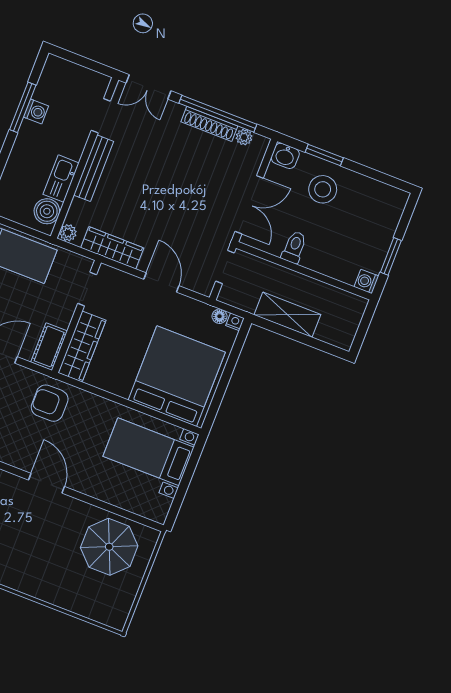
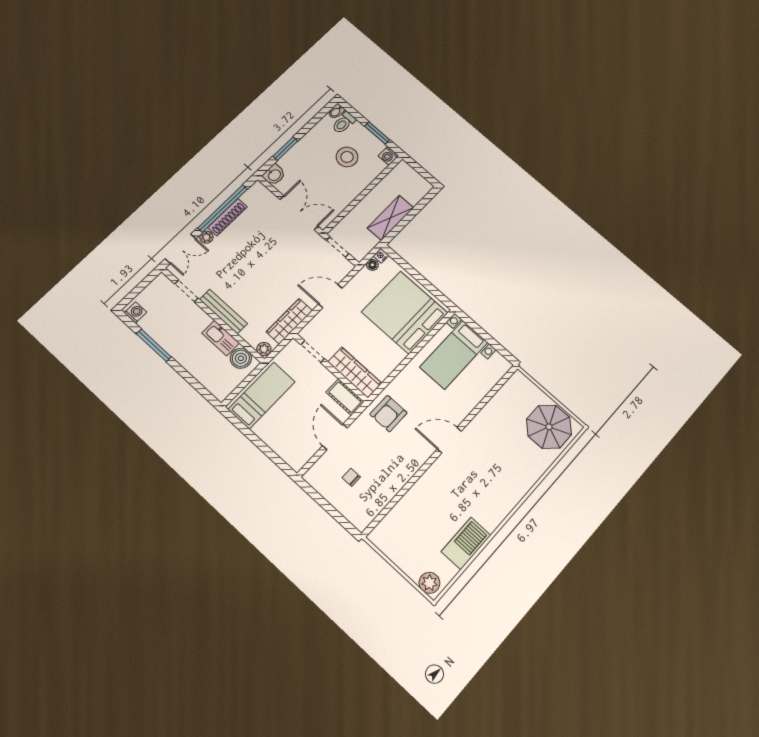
washing machine: (36, 112) -> (135, 312), moved
plant: (244, 137) -> (206, 237), moved
stool: (323, 189) -> (347, 157), moved
bidet: (399, 196) -> (336, 111), added
toilet: (294, 247) -> (344, 123), moved, turned -90
parasol: (109, 547) -> (549, 427), moved

